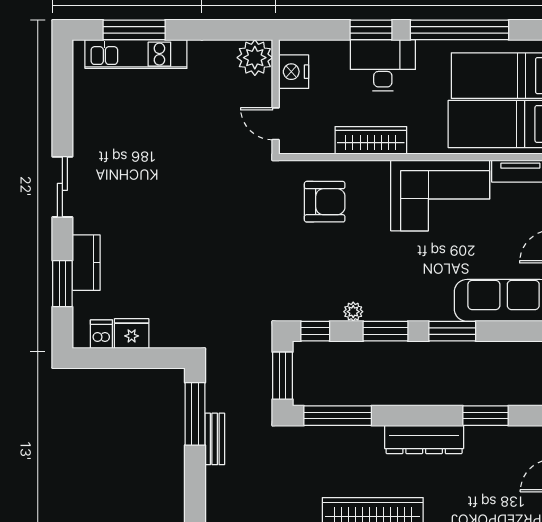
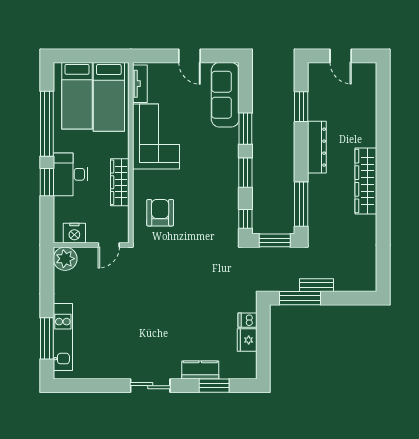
plant: (353, 312) -> (233, 194), removed
dishwasher: (101, 334) -> (247, 320), moved

